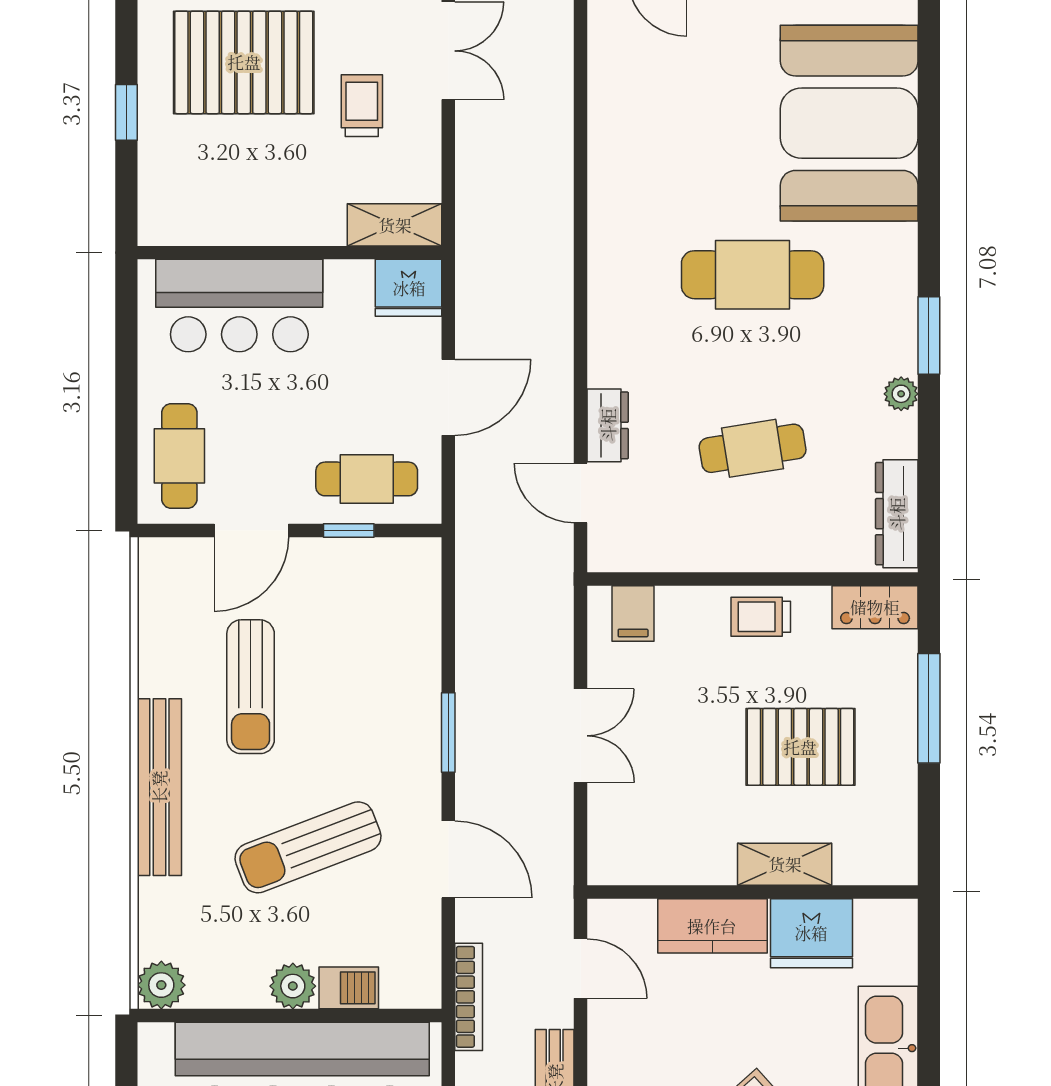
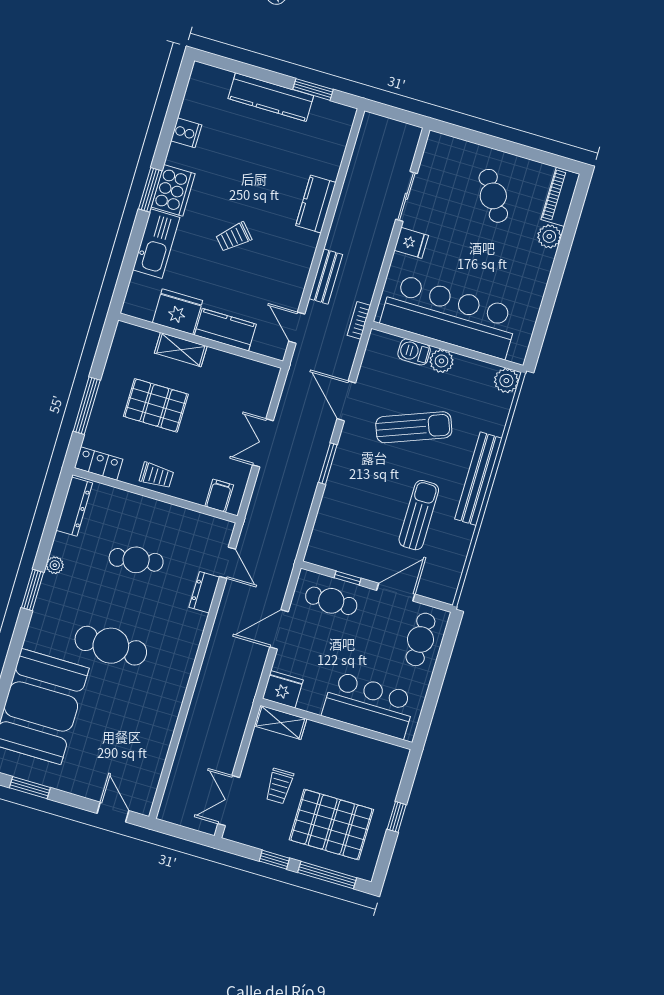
bookcase: (469, 997) -> (359, 320), width x0.64

